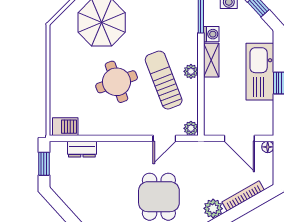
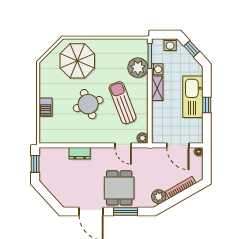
plant: (191, 71) -> (138, 68), moved, width x1.88, depth x1.88
barbecue: (65, 127) -> (46, 107), moved, turned 90
door: (164, 138) -> (123, 145), hinge flipped
dresser: (82, 149) -> (80, 153), moved

